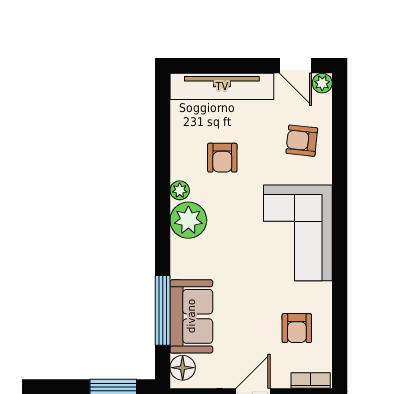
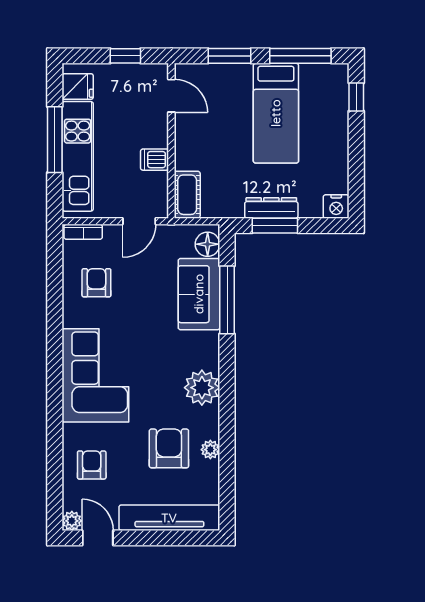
armchair: (302, 141) -> (92, 465), turned -96
armchair: (222, 158) -> (169, 448), width x1.38, depth x1.38
plant: (180, 190) -> (210, 450), moved

